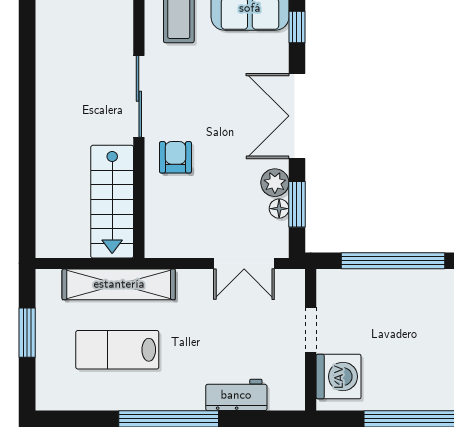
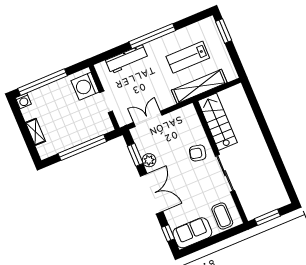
armchair: (175, 157) -> (198, 153), turned 102
floor lamp: (279, 209) -> (142, 150), removed
window: (27, 333) -> (224, 31), moved
lab bench: (117, 350) -> (188, 57), turned 180
workbench: (236, 395) -> (127, 59), width x1.38

